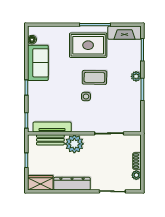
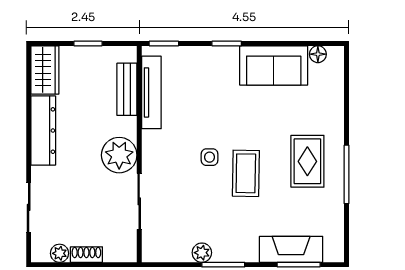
fireplace: (125, 33) -> (291, 249), moved, turned 90
rug: (88, 45) -> (307, 161), width x0.73, depth x0.70
plant: (136, 76) -> (202, 253), moved
plant: (74, 144) -> (119, 155), moved

